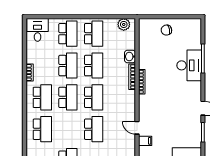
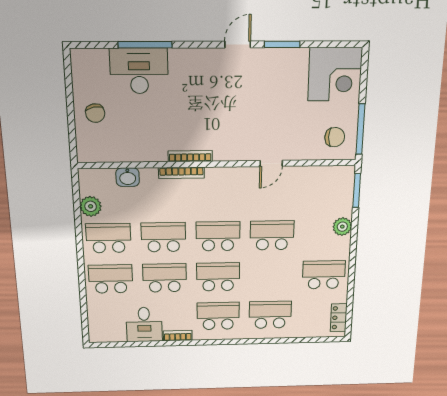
plant: (124, 24) -> (91, 206), moved
desk: (38, 30) -> (144, 325), moved, turned -90
washbasin: (130, 57) -> (128, 177), moved
desk: (189, 65) -> (139, 71), moved
filing cabinet: (145, 141) -> (295, 149), removed

